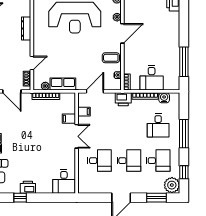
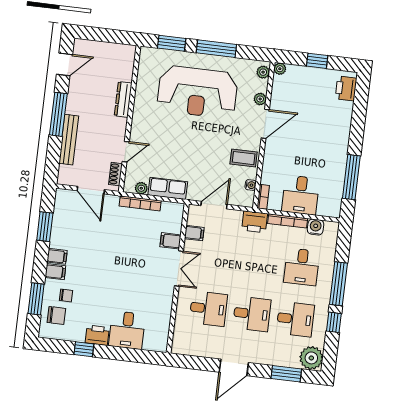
window: (184, 172) -> (334, 322), moved
desk: (64, 181) -> (127, 330), moved

